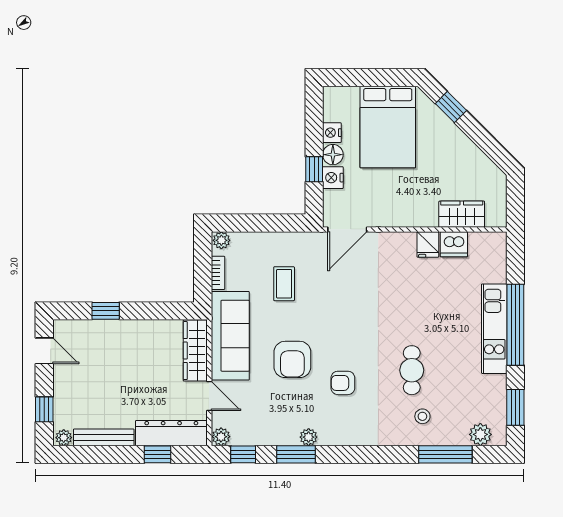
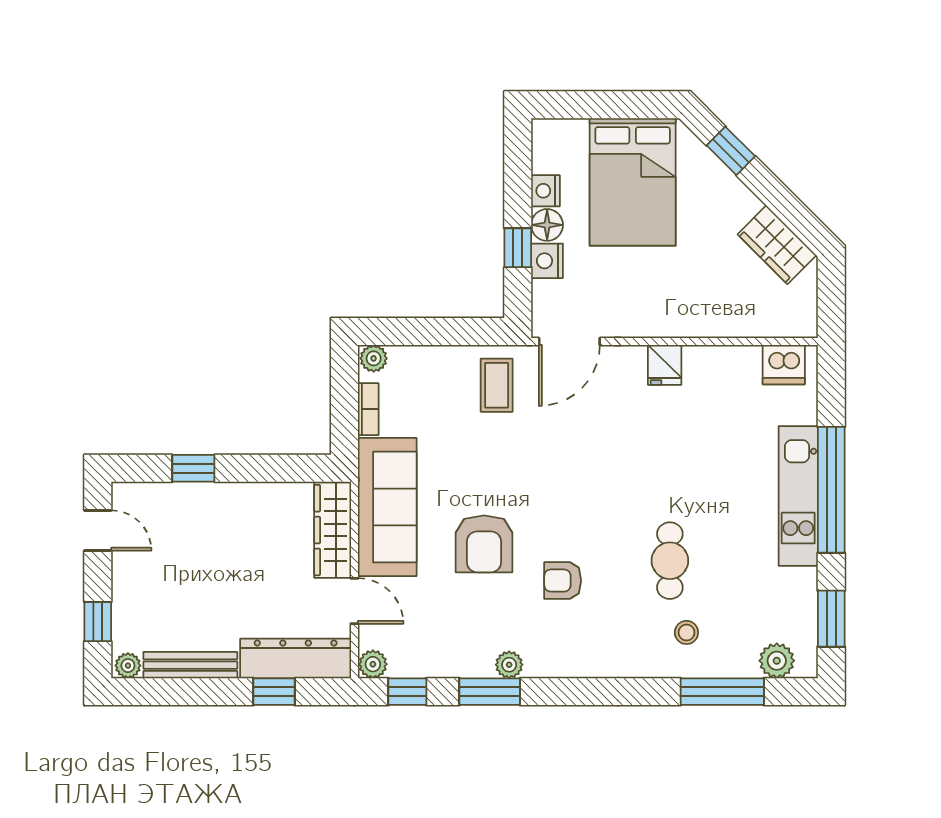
wardrobe: (462, 214) -> (777, 245), moved, turned -135
fridge: (428, 244) -> (665, 365), moved
dishwasher: (454, 244) -> (784, 365), moved
coffee table: (284, 284) -> (497, 385), moved

